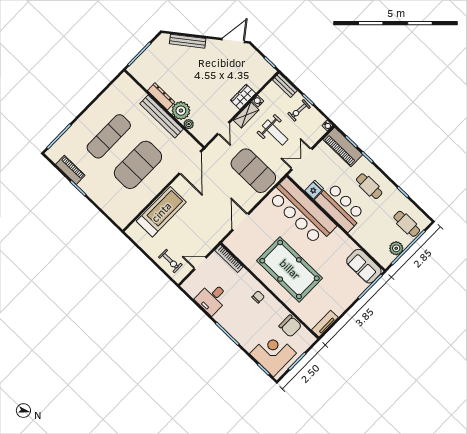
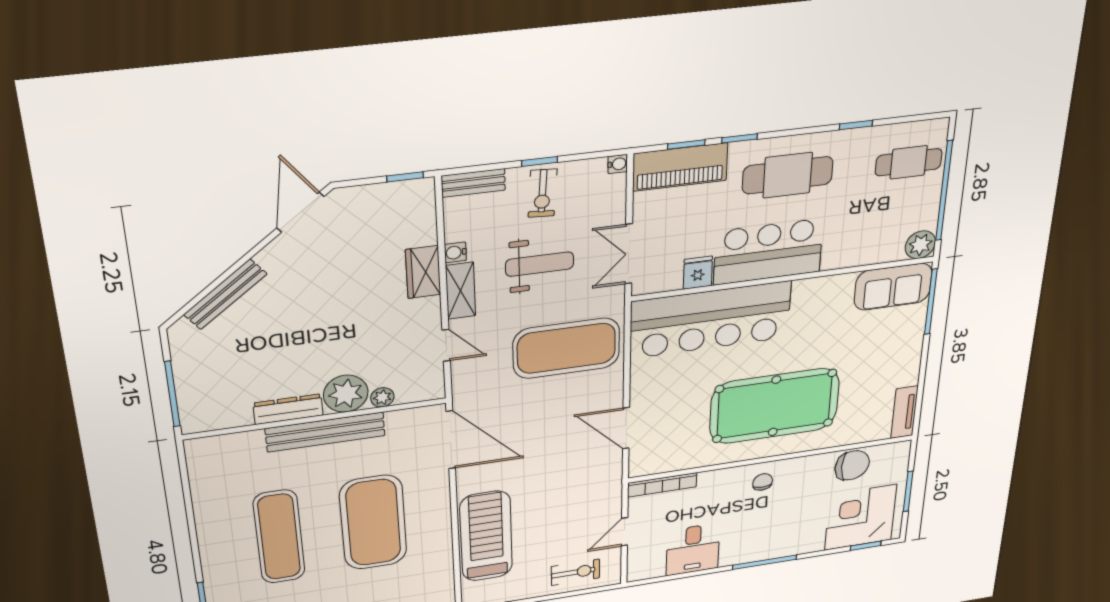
cafe table: (369, 186) -> (788, 175), width x1.37, depth x1.35
plant: (396, 248) -> (920, 245), moved

